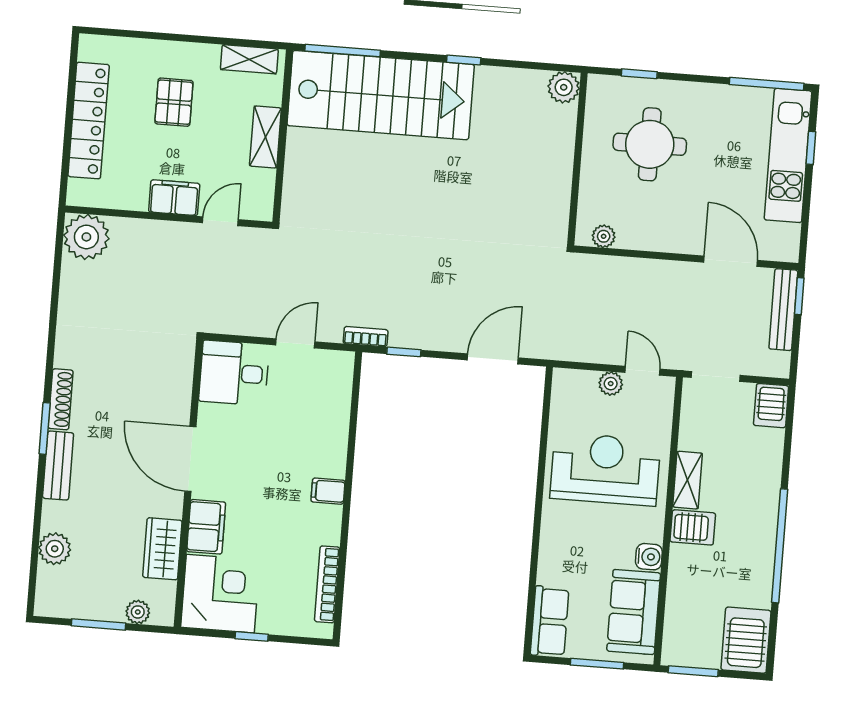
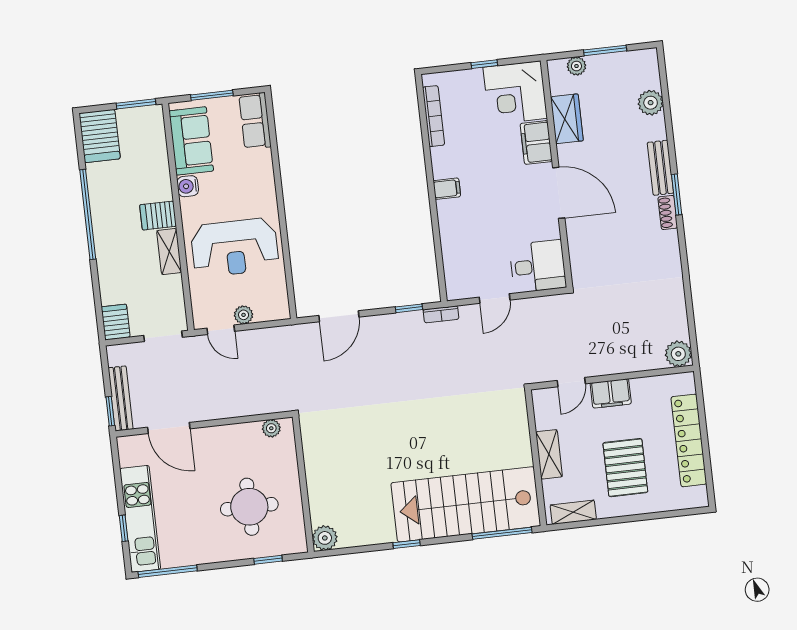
pallet: (174, 102) -> (625, 468), width x1.50, depth x1.42
plant: (86, 237) -> (678, 354), width x0.73, depth x0.73
shoe rack: (61, 399) -> (668, 213), width x0.70

